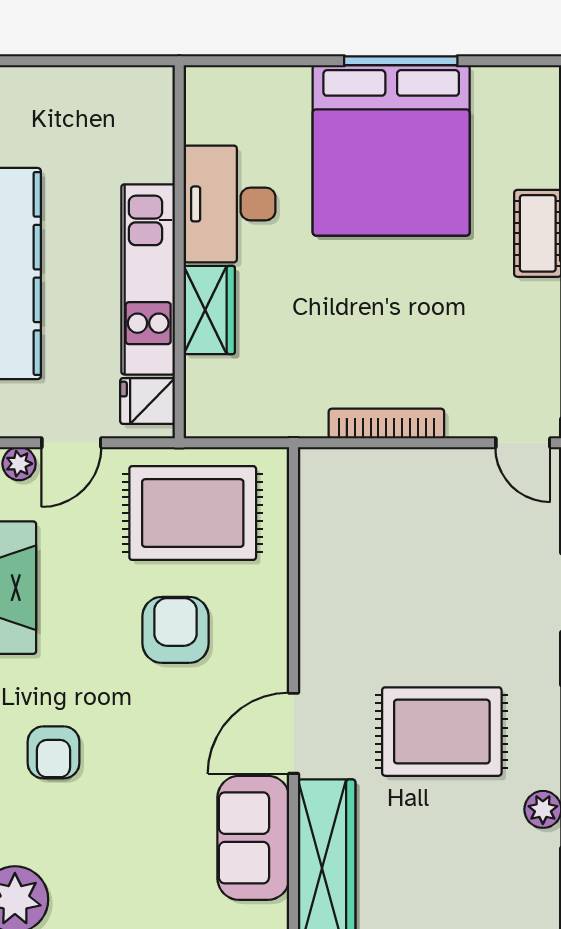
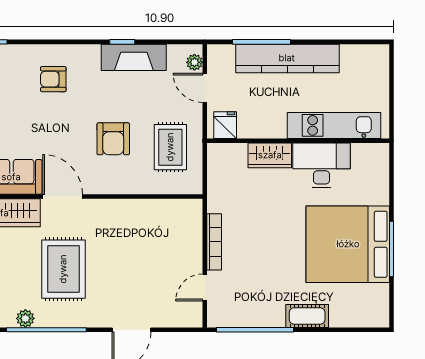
kitchen unit: (148, 279) -> (334, 125), moved
door: (523, 443) -> (205, 288), moved
rug: (193, 513) -> (170, 147), width x0.73, depth x0.70
armchair: (175, 630) -> (113, 139), turned 90

